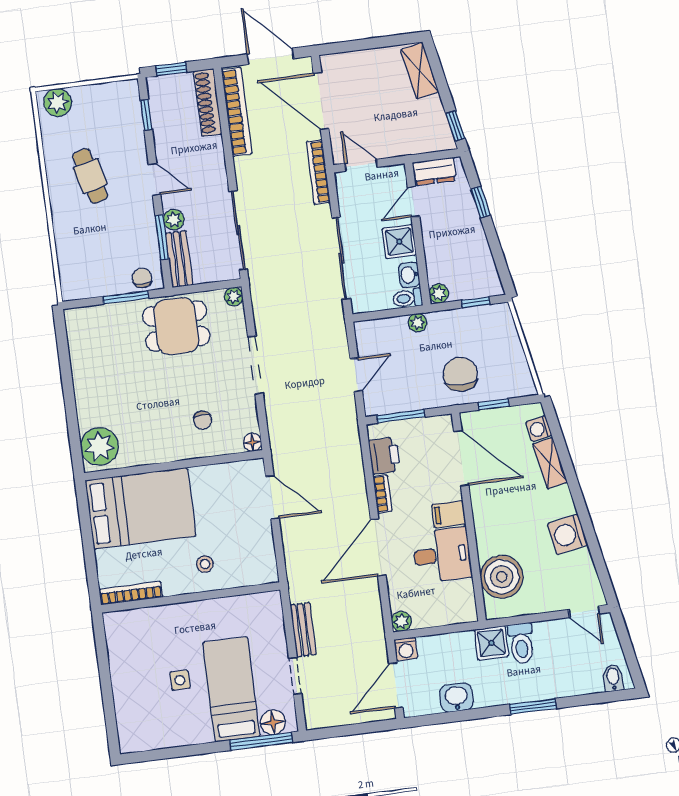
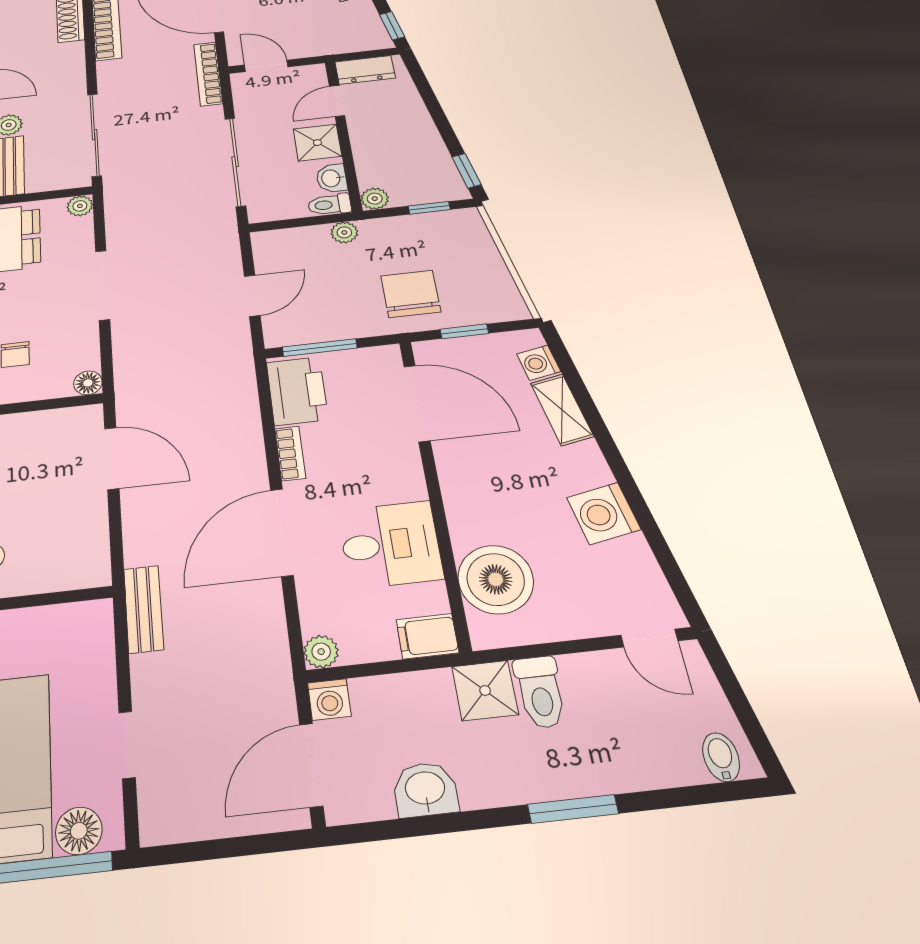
window: (480, 202) -> (466, 171), moved
printer: (385, 456) -> (297, 391), width x1.37, depth x1.19
filing cabinet: (449, 514) -> (427, 636), moved
bench: (303, 630) -> (144, 609), moved

